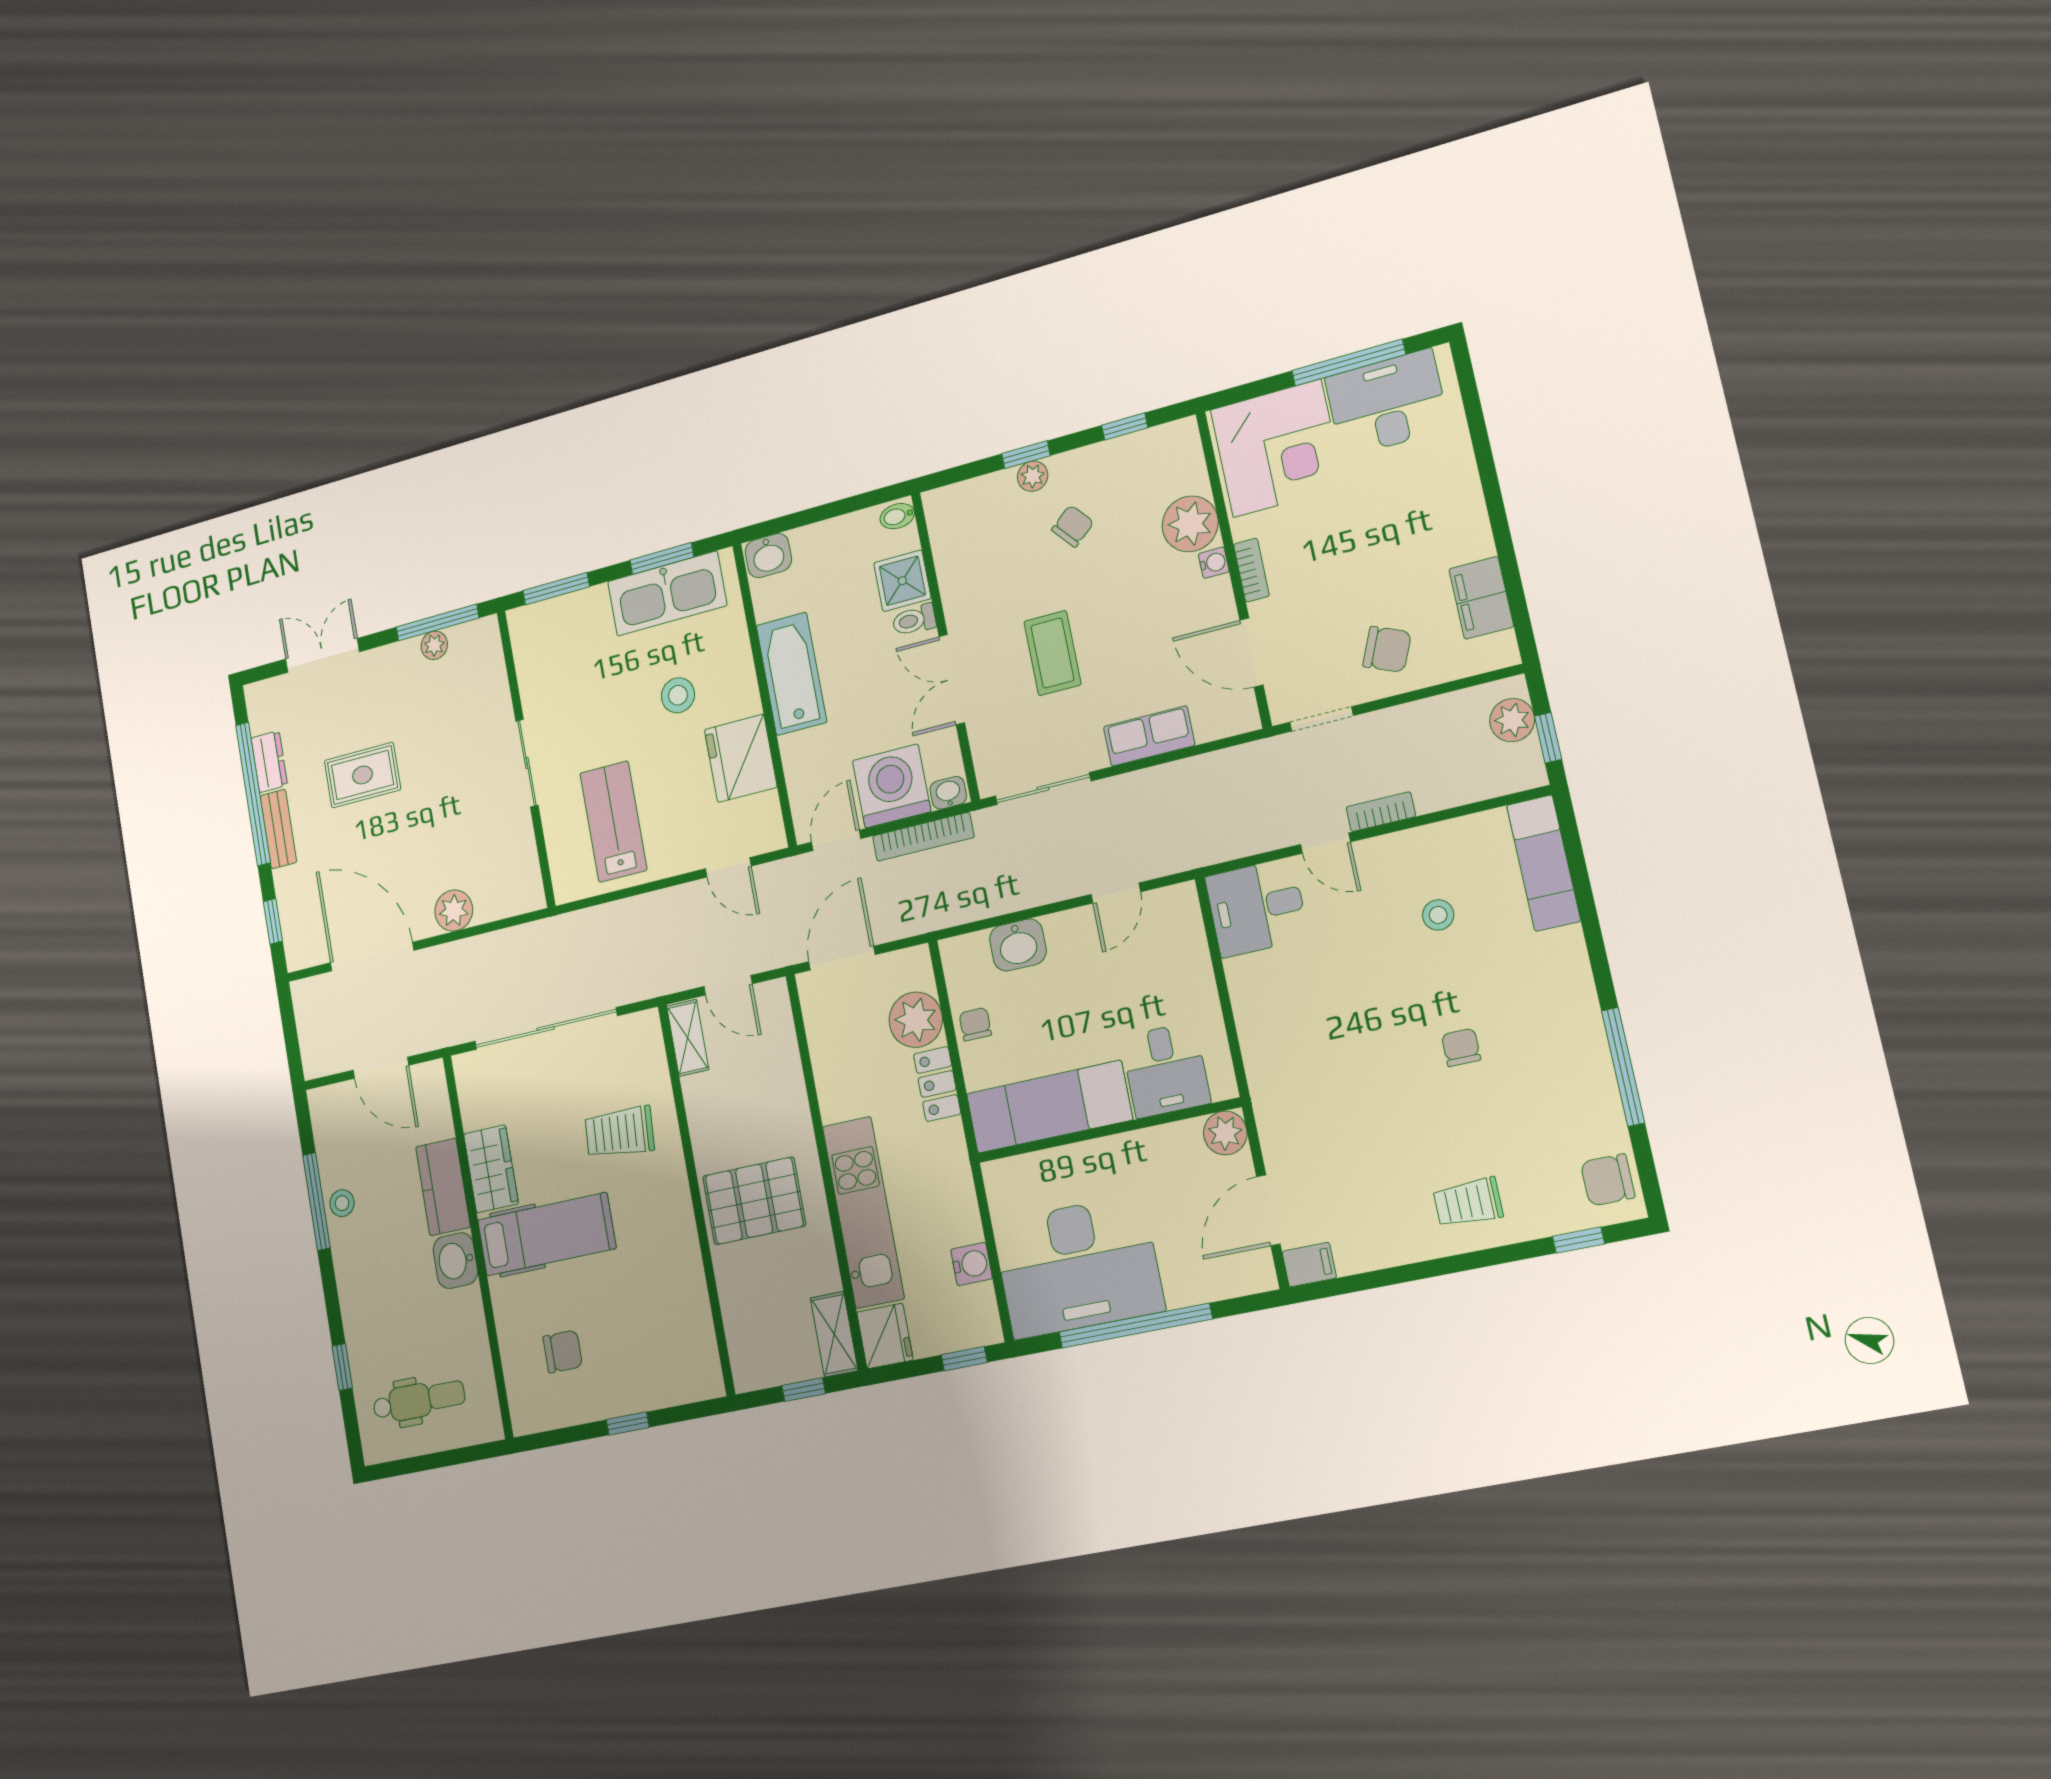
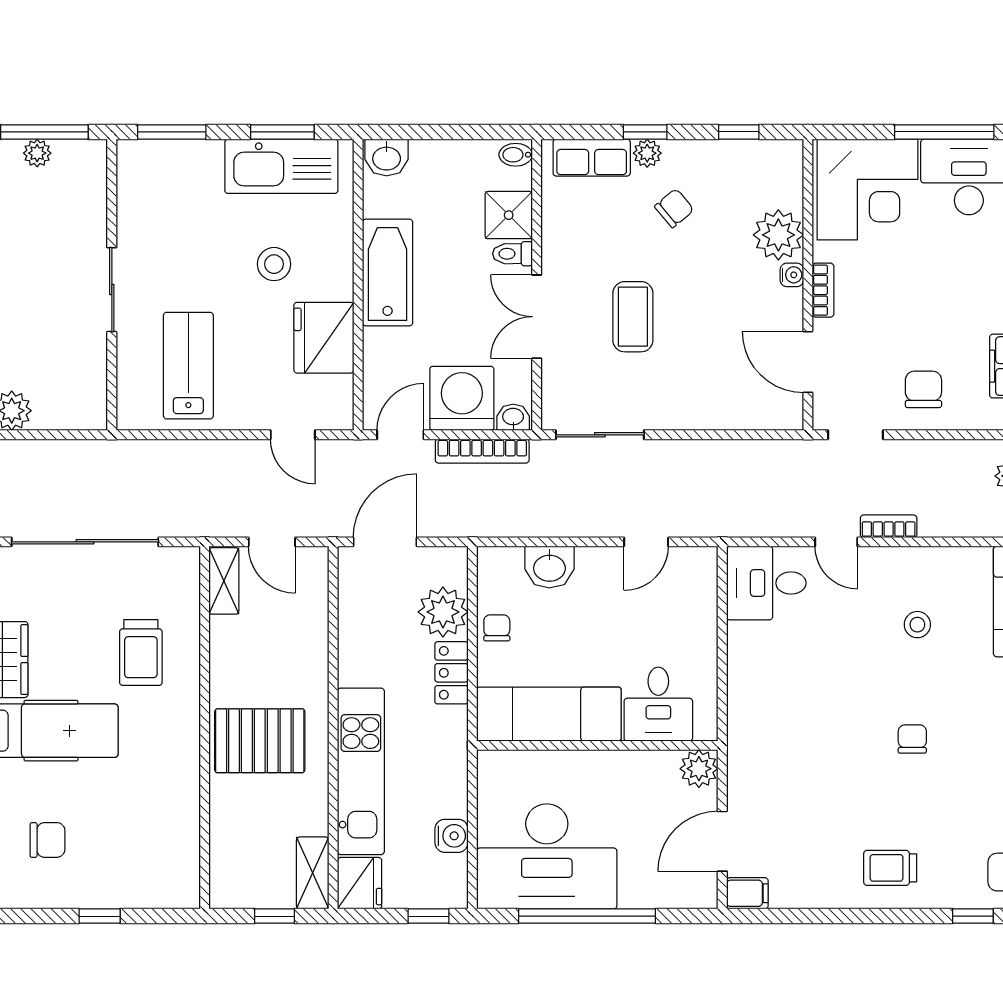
chair: (1387, 649) -> (923, 389), turned -113
row of seats: (1149, 736) -> (592, 158), moved, turned 180
trolley: (620, 1132) -> (141, 653), turned -94

